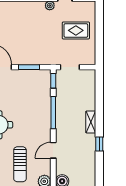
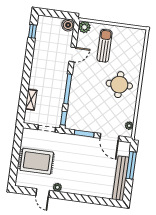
rug: (76, 30) -> (37, 161), width x1.36, depth x1.43
shelving: (91, 122) -> (31, 100), moved
window: (99, 144) -> (33, 31), moved

